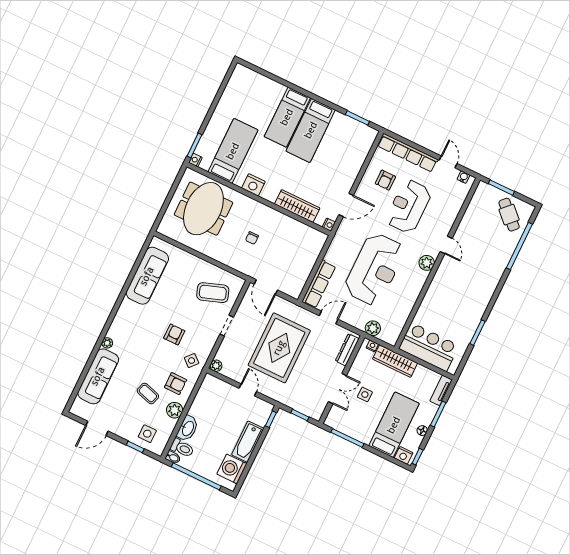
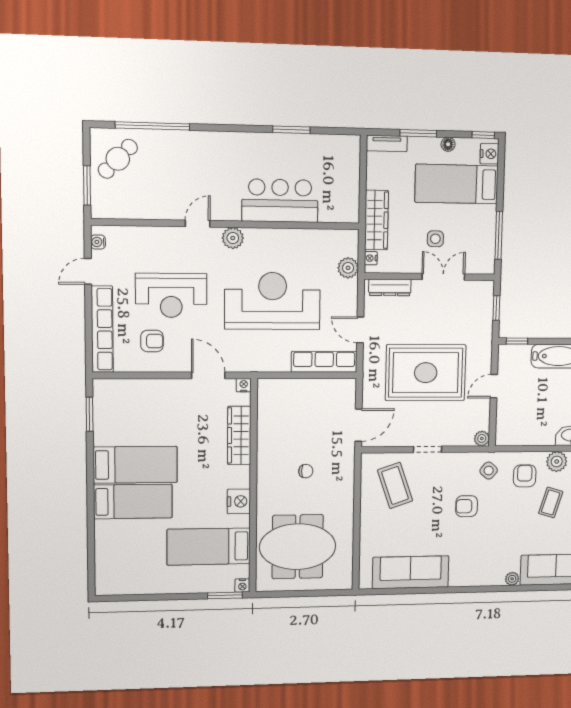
bar counter: (429, 347) -> (280, 201), moved, turned 90

